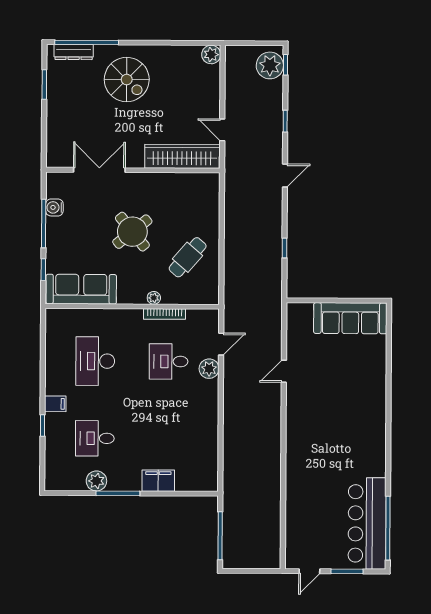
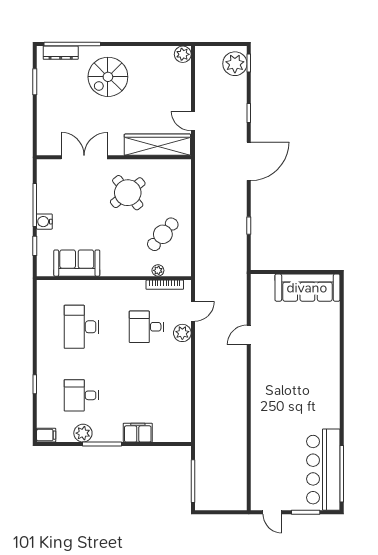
spiral stairs: (127, 80) -> (108, 77), turned 90
door: (285, 176) -> (249, 161), width x1.87
water cooler: (54, 207) -> (44, 222), moved
round table: (132, 232) -> (128, 193), moved
sofa: (81, 289) -> (77, 263), width x0.73
plant: (154, 298) -> (158, 270), moved
bookcase: (165, 314) -> (165, 285), moved
filing cabinet: (55, 404) -> (46, 435), moved
door: (309, 571) -> (272, 512), hinge flipped

